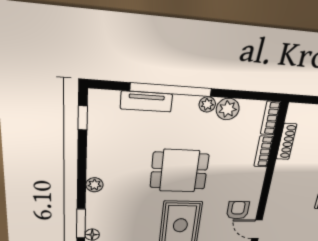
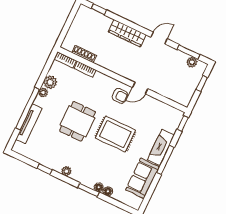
tv unit: (146, 102) -> (29, 124), width x1.41
window: (83, 118) -> (45, 169), moved
armchair: (238, 210) -> (120, 96), turned 180

